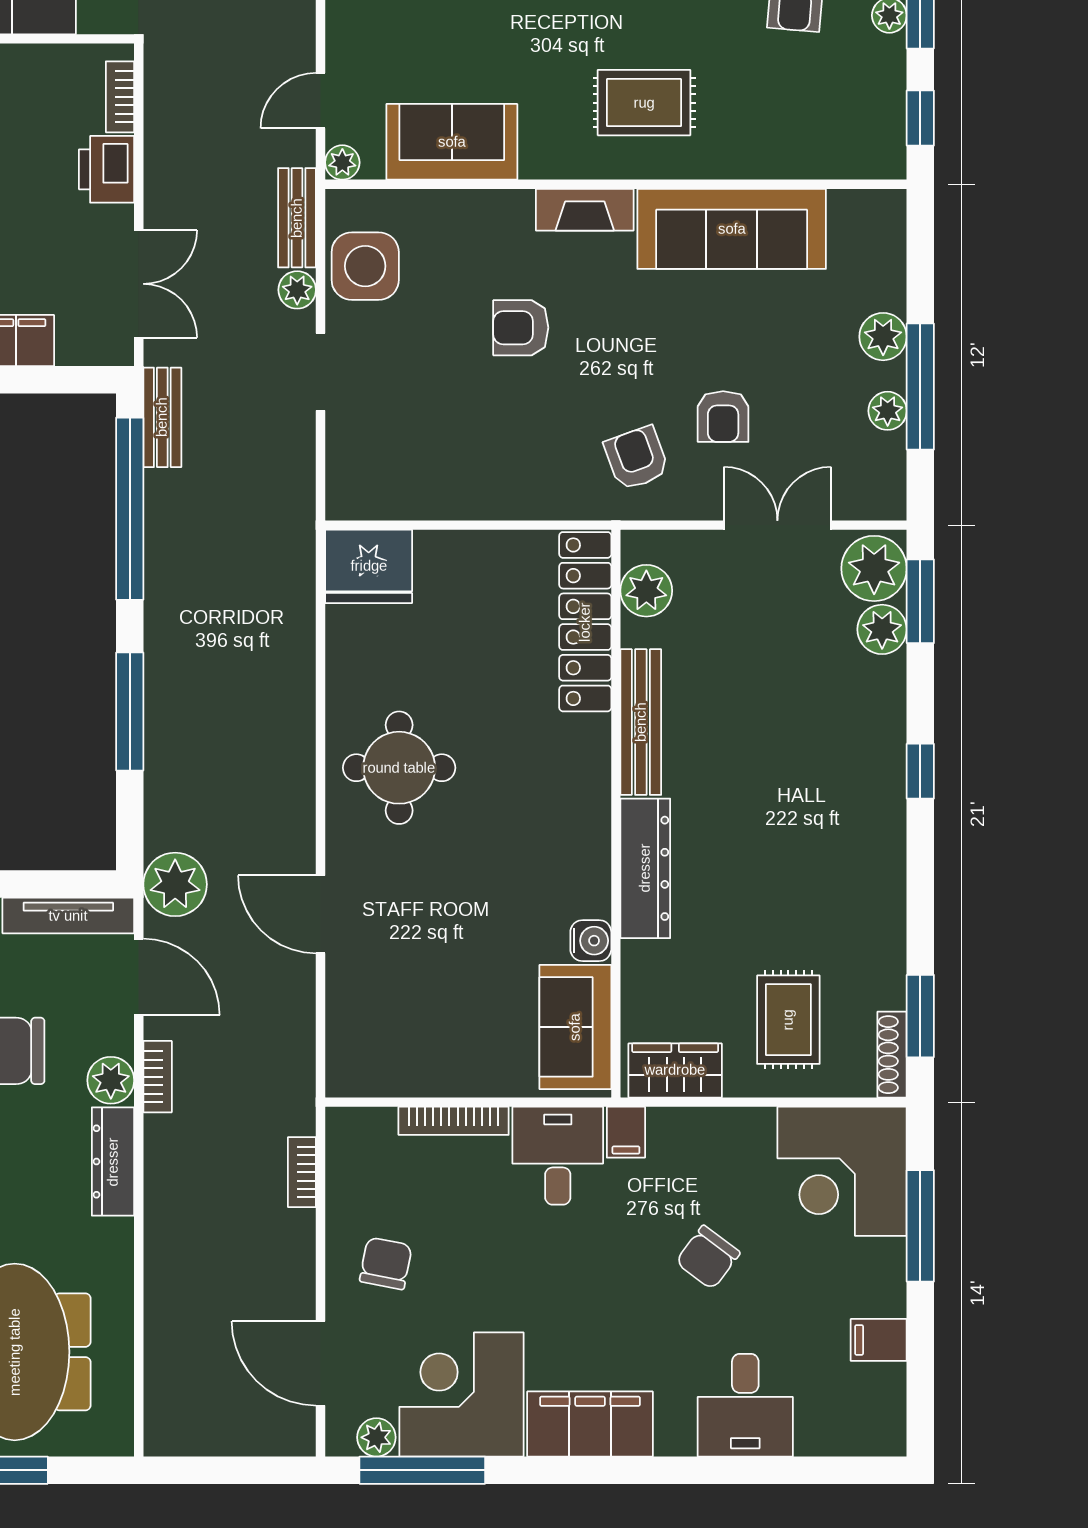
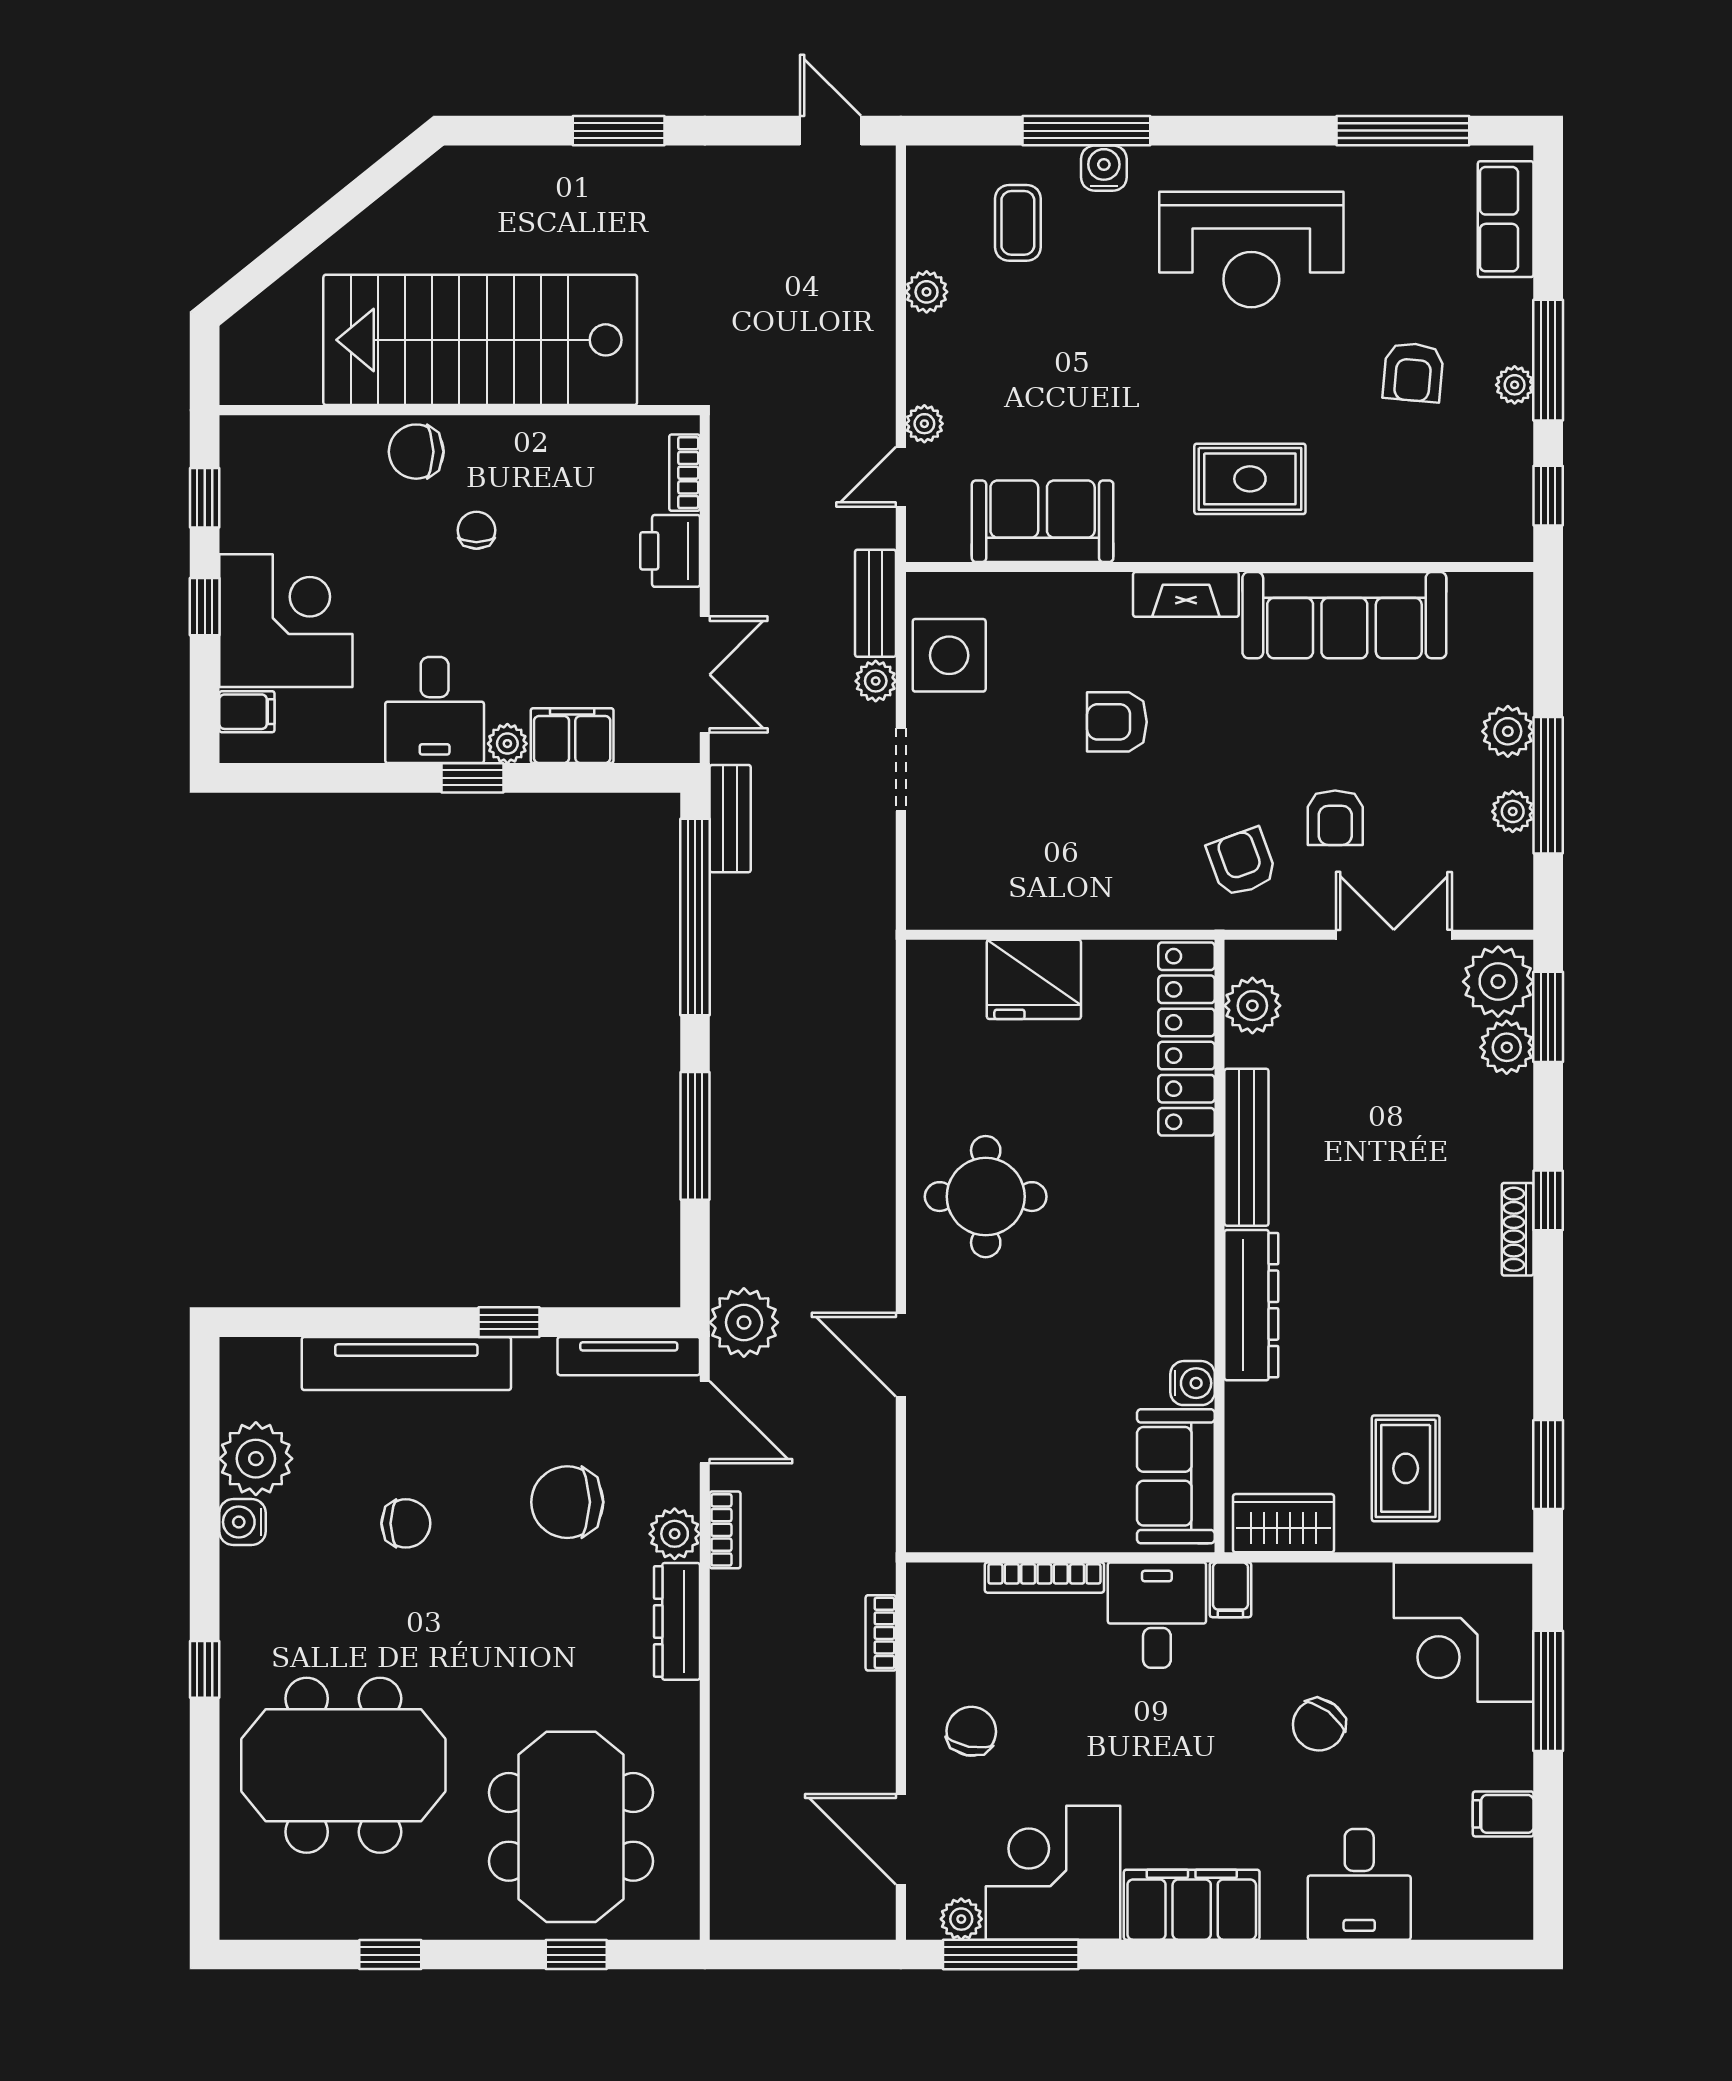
plant: (342, 162) -> (924, 424), moved
fridge: (369, 566) -> (1034, 979), moved
shoe rack: (892, 1055) -> (1518, 1229), moved

